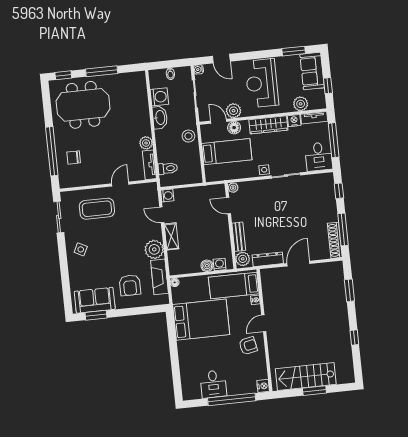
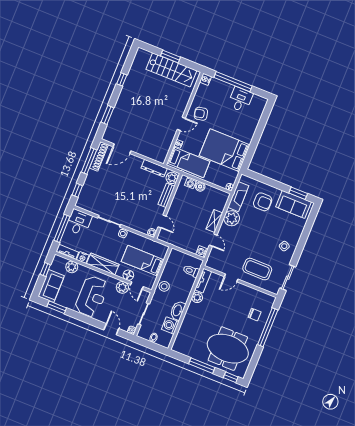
door: (298, 264) -> (122, 149), moved
armchair: (130, 285) -> (263, 202), turned 90

